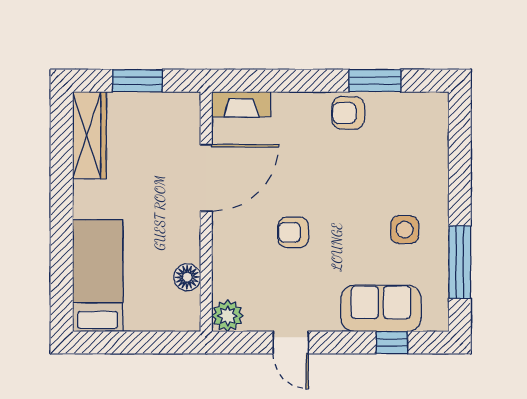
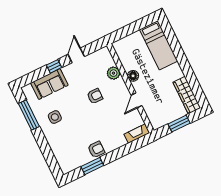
door: (206, 178) -> (136, 100), width x0.53
floor lamp: (187, 277) -> (133, 76), moved
plant: (228, 316) -> (113, 73), moved
door: (291, 343) -> (76, 55), hinge flipped
window: (392, 343) -> (54, 66), moved

